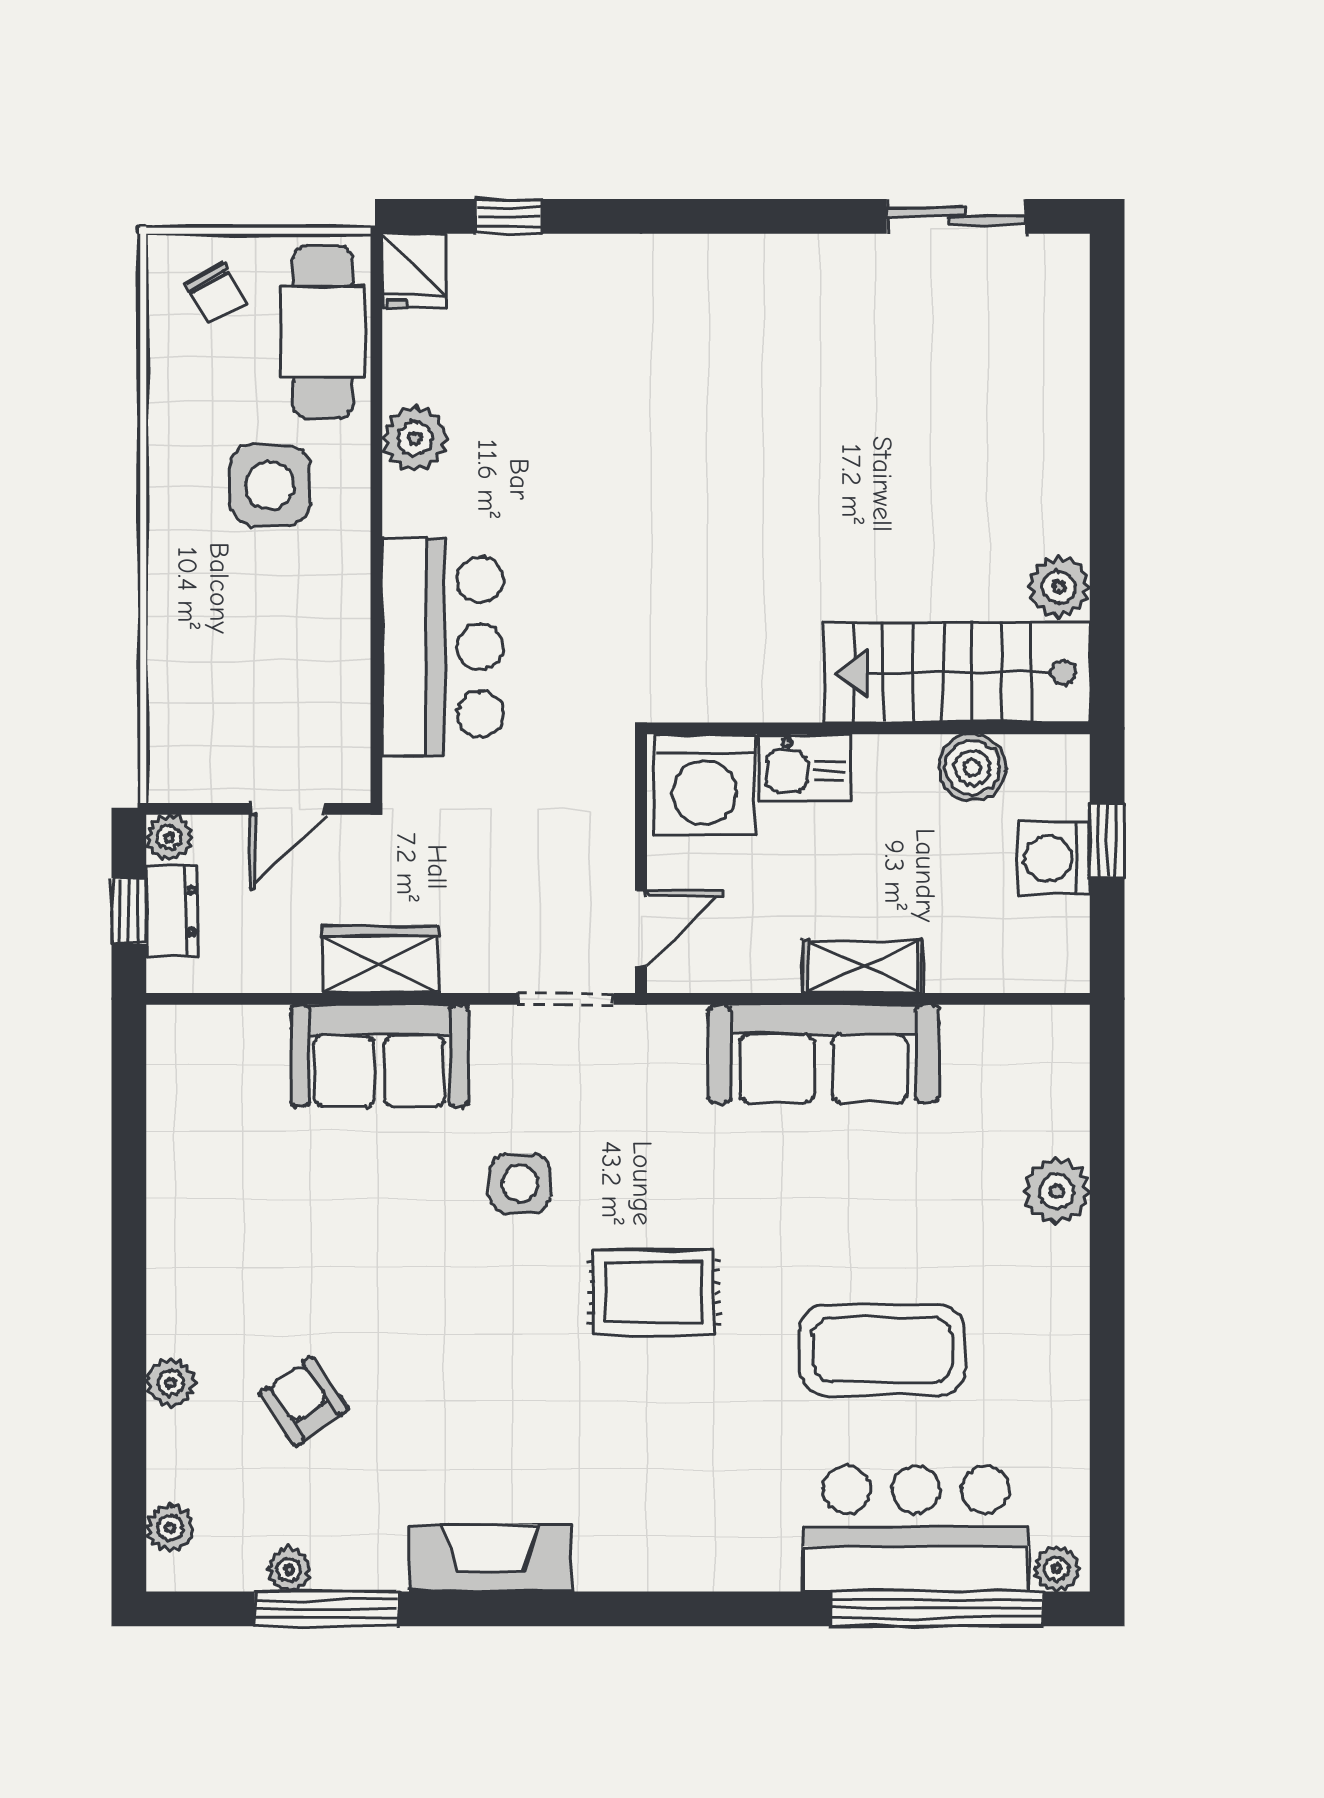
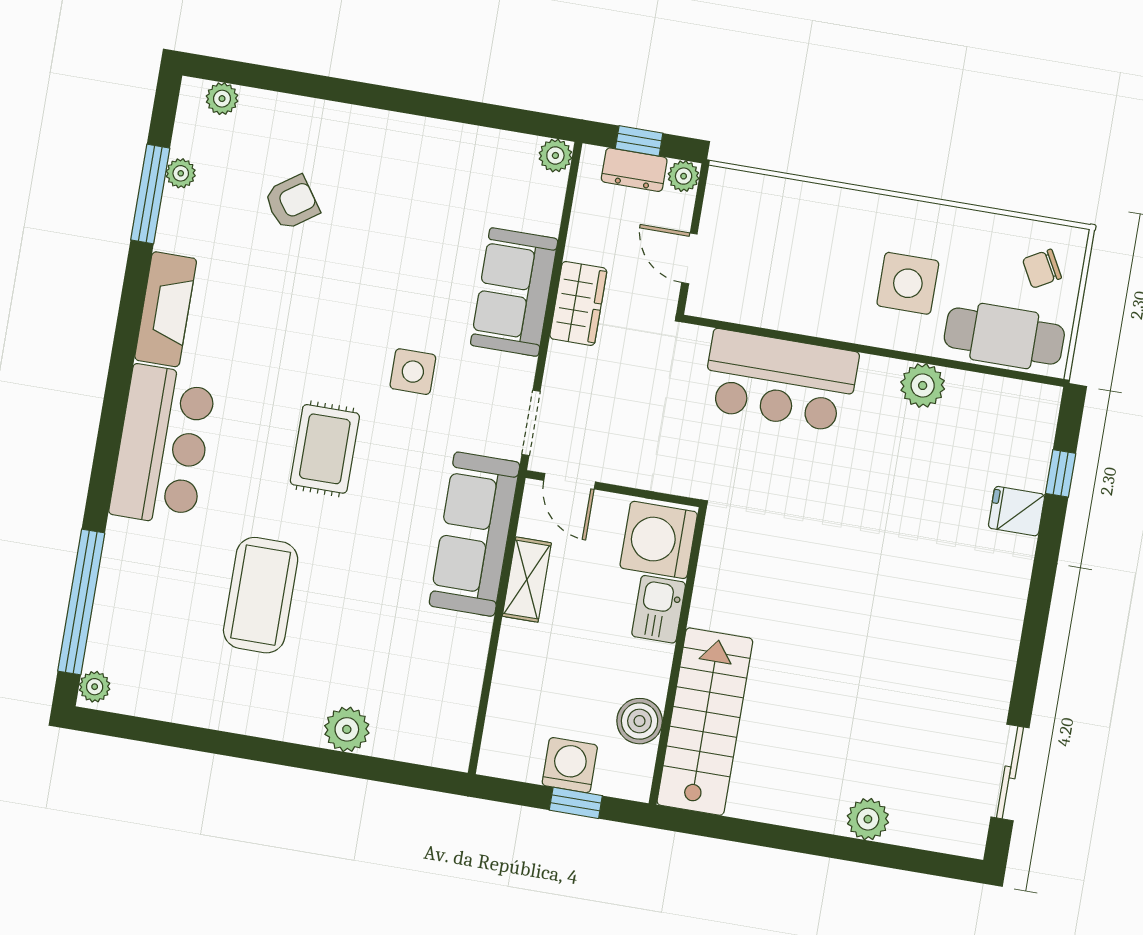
fridge: (414, 271) -> (1016, 511), moved
plant: (1059, 587) -> (868, 819), moved
shelving: (863, 966) -> (527, 580), moved
sofa: (823, 1054) -> (474, 534), moved
plant: (171, 1383) -> (555, 155), moved
bar counter: (916, 1529) -> (163, 445), moved

